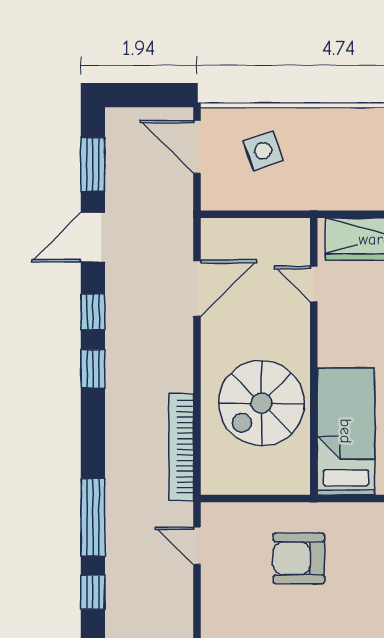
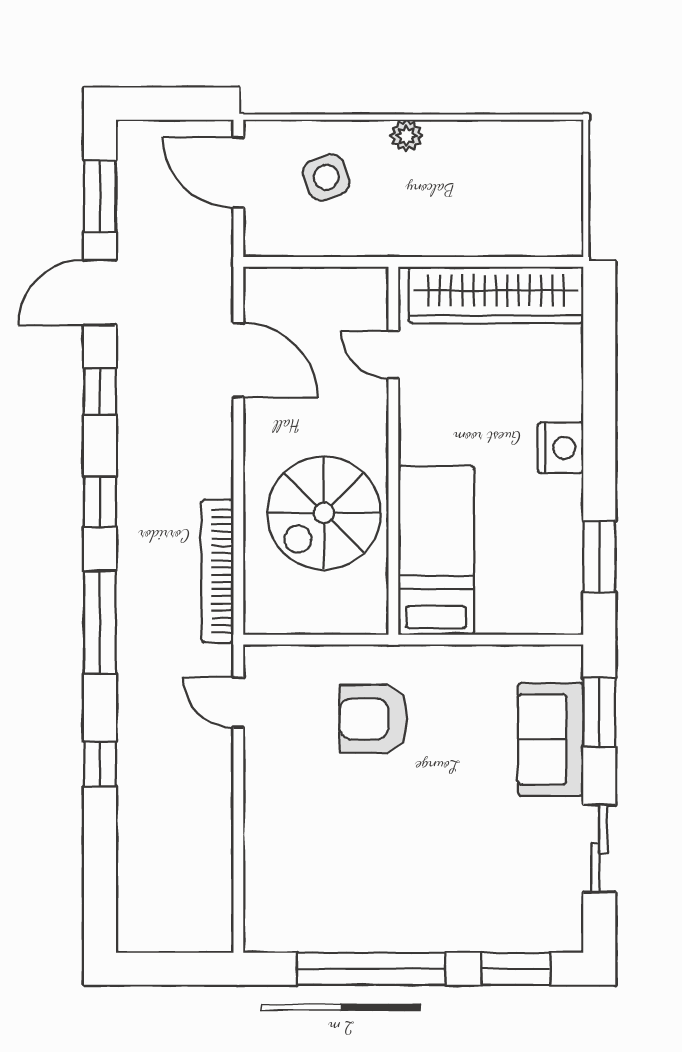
plant: (324, 119) -> (406, 136), added
door: (197, 288) -> (238, 360), hinge flipped
window: (93, 369) -> (100, 502), moved
window: (93, 517) -> (100, 622), moved

